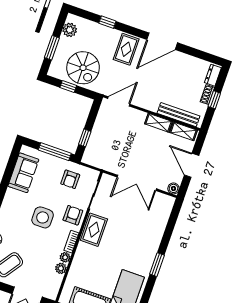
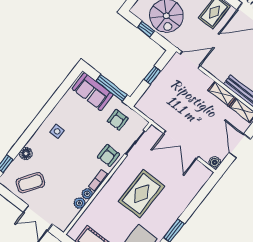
window: (85, 138) -> (152, 75), moved
sofa: (23, 173) -> (93, 92), moved, turned 90
armchair: (73, 215) -> (108, 156), turned 180
side table: (43, 217) -> (57, 131), moved, width x0.54, depth x0.54
rug: (94, 230) -> (141, 194), moved, width x1.36, depth x1.43

